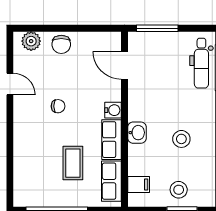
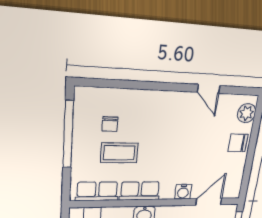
door: (10, 84) -> (209, 89), hinge flipped
chair: (58, 106) -> (110, 124), moved
water cooler: (113, 110) -> (183, 192), moved

